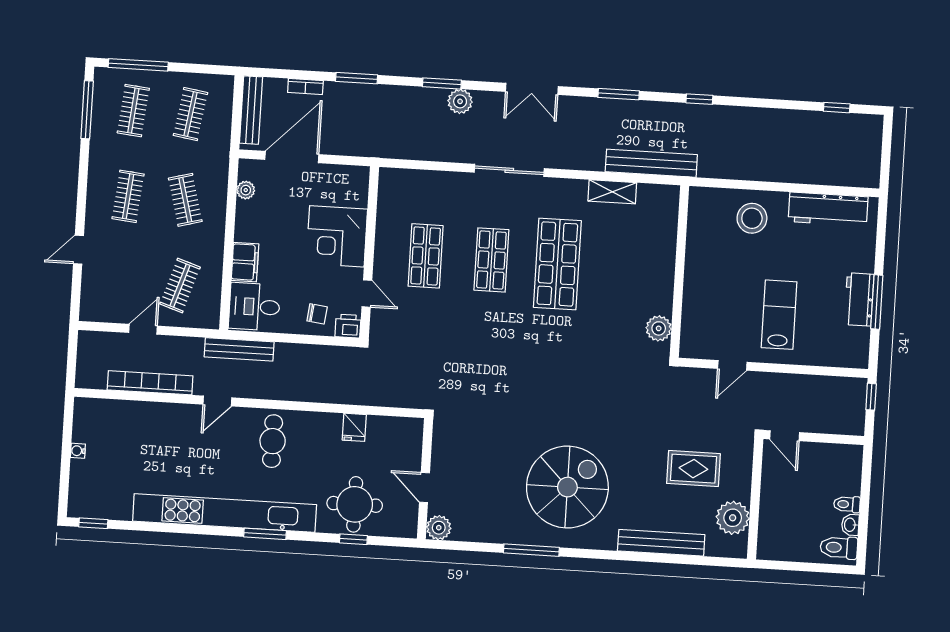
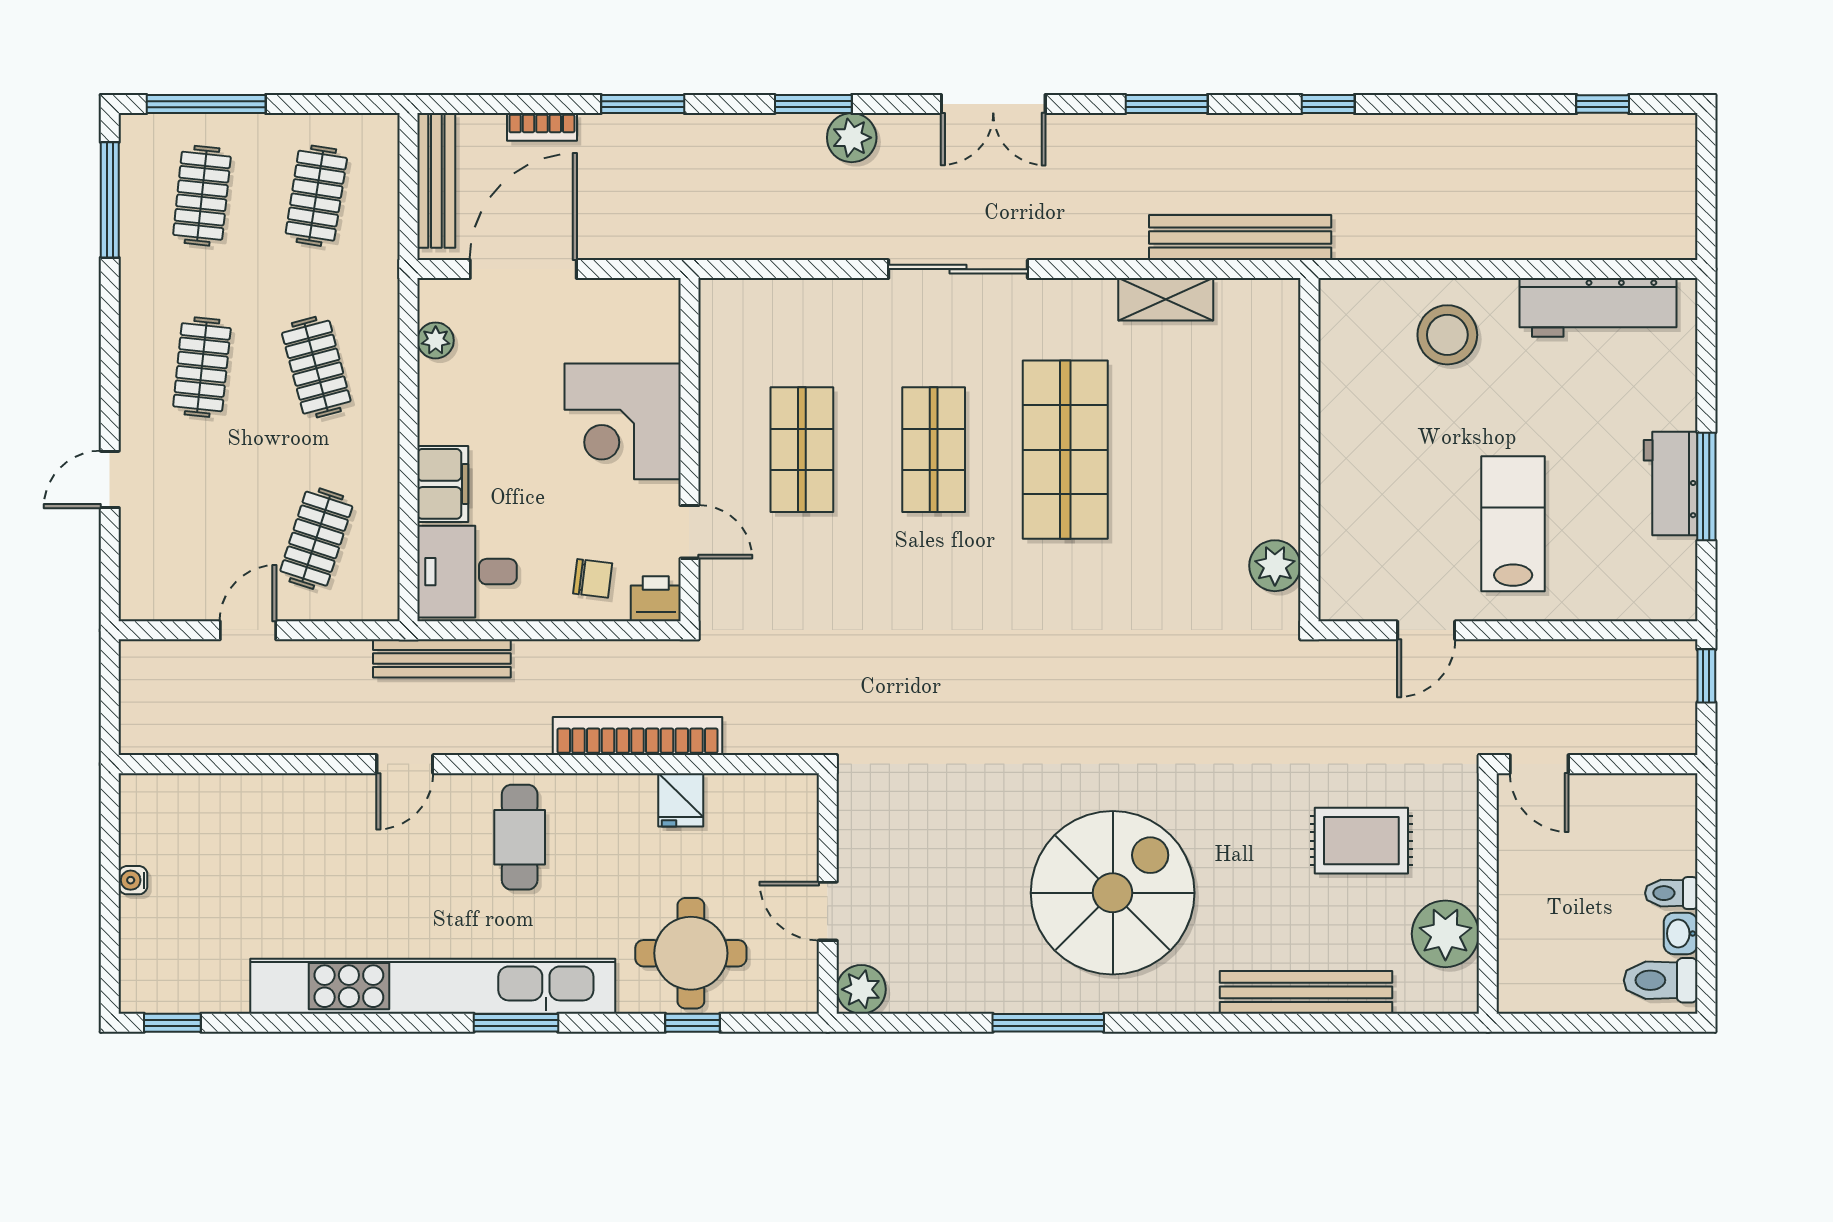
bookcase: (150, 383) -> (637, 736), moved

